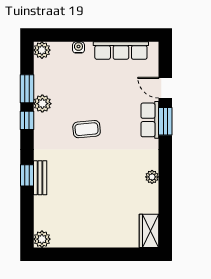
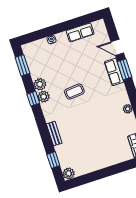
plant: (42, 50) -> (44, 97), moved
row of seats: (121, 51) -> (80, 32), width x0.68
window: (27, 89) -> (22, 65), moved
window: (27, 175) -> (53, 160), moved

